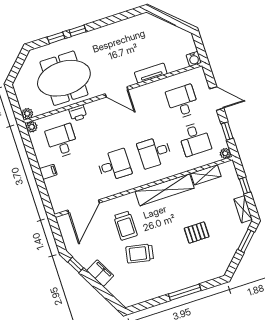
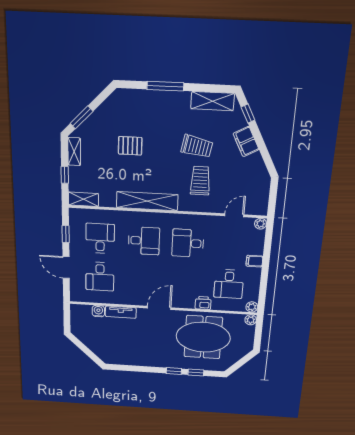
water cooler: (194, 59) -> (98, 311), moved
door: (117, 92) -> (159, 308), hinge flipped
plant: (225, 153) -> (261, 224), moved
shelving: (206, 175) -> (83, 199), moved
door: (84, 206) -> (234, 215), width x0.53
window: (76, 265) -> (248, 114), moved
shelving: (141, 295) -> (213, 101), added

